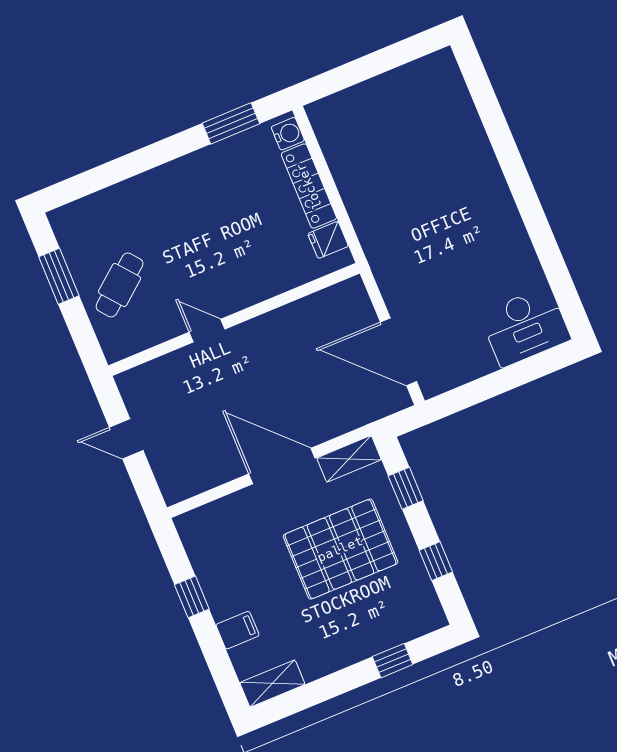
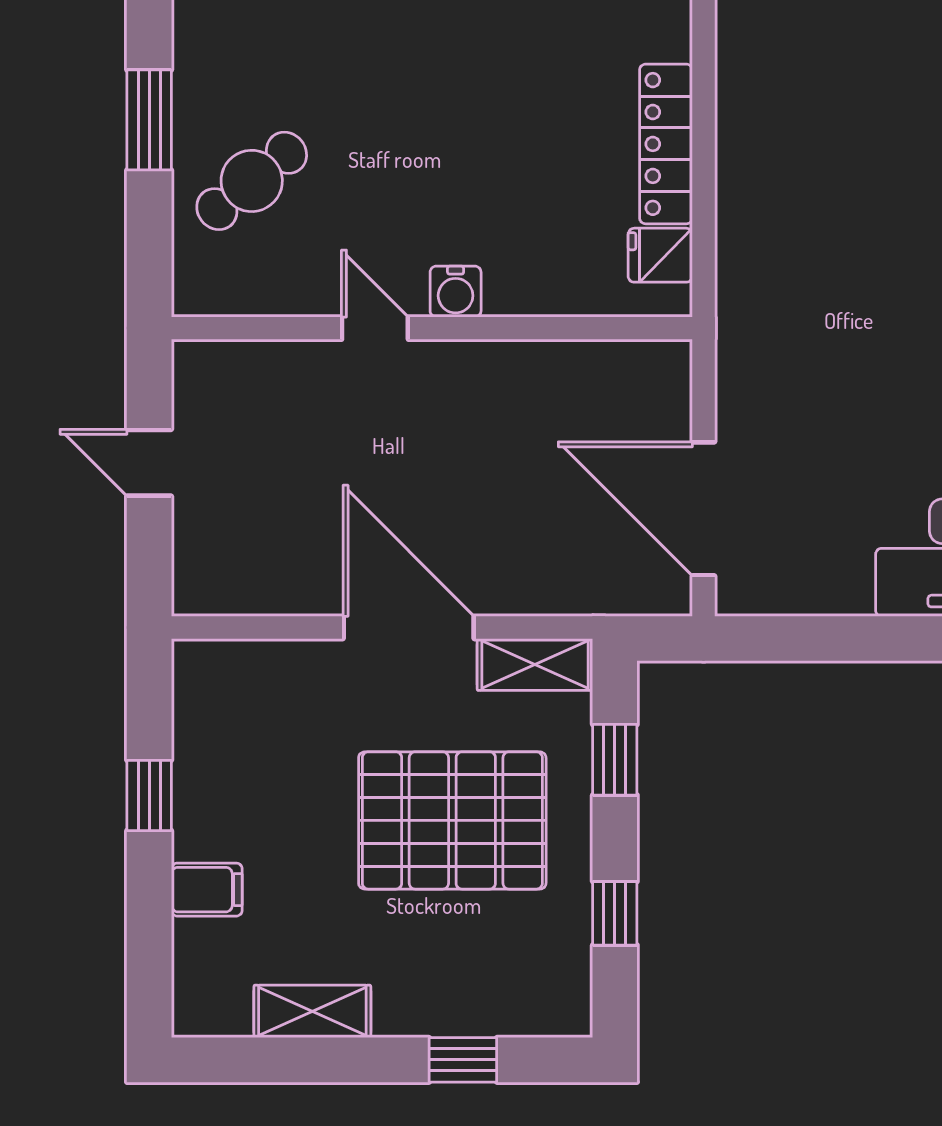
water cooler: (288, 134) -> (456, 292), moved, turned 90
shelving: (272, 683) -> (312, 1011), moved

